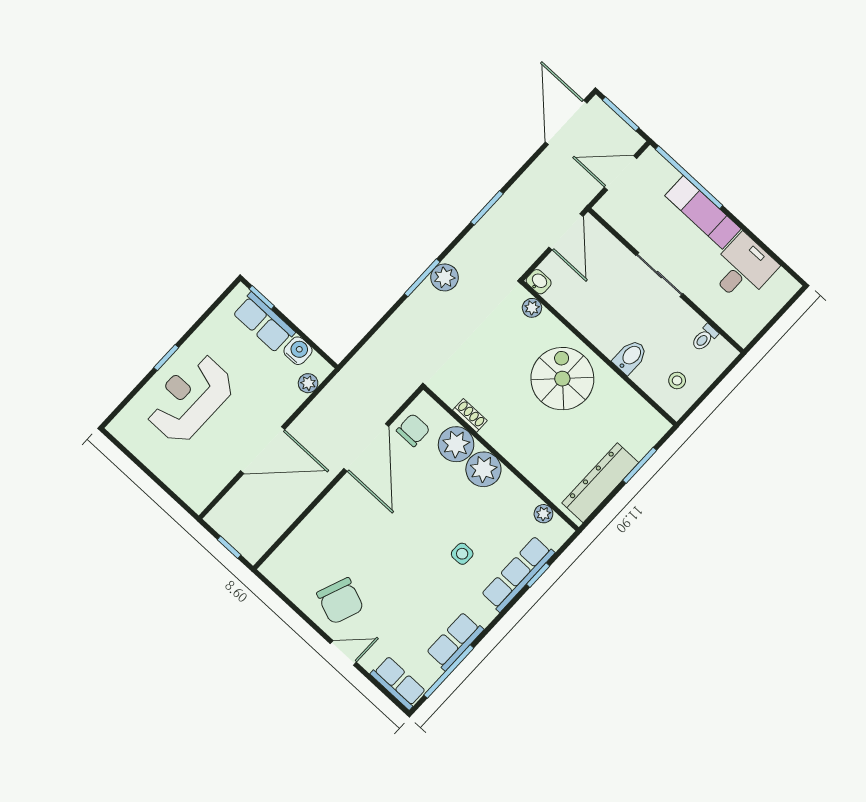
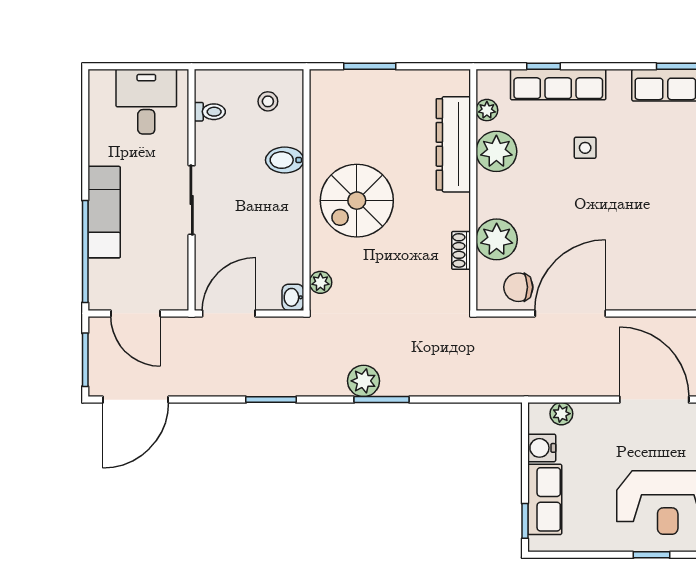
desk: (743, 269) -> (146, 102), moved, turned 90
plant: (483, 469) -> (496, 151), moved
dresser: (600, 483) -> (453, 144), moved, turned 90

